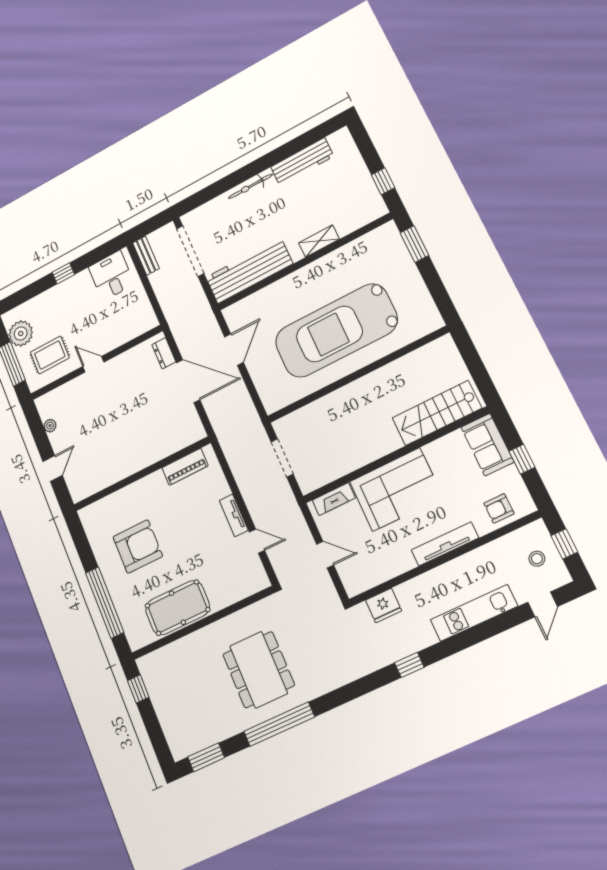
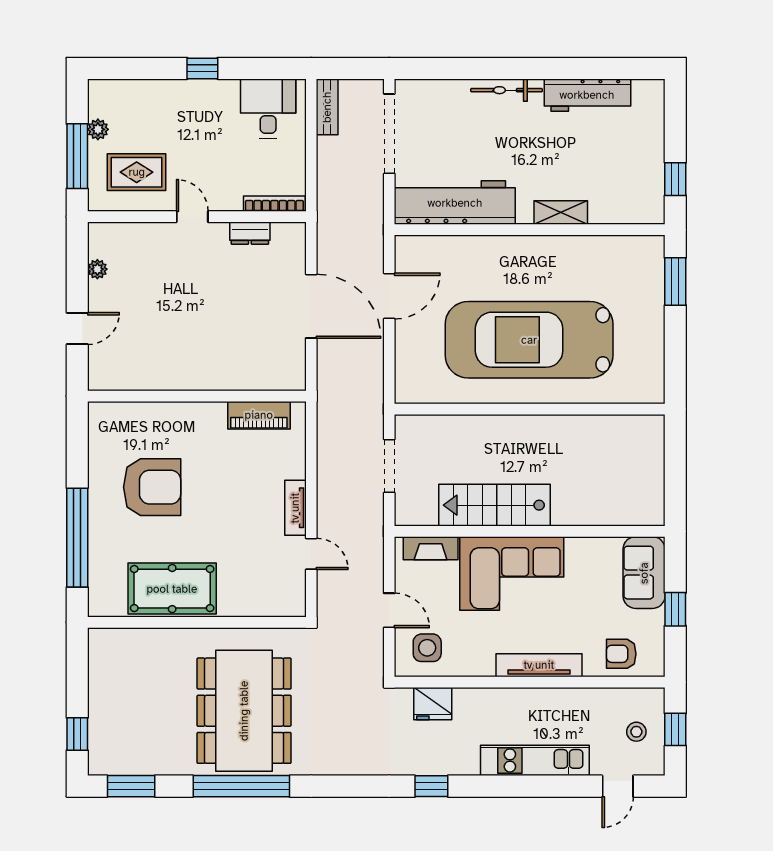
bookcase: (139, 330) -> (274, 204), added
plant: (21, 334) -> (98, 129), width x0.53, depth x0.53
dresser: (164, 353) -> (250, 233), moved, turned -90
stairs: (437, 413) -> (495, 505), moved
side table: (362, 568) -> (427, 648), added
dining table: (259, 670) -> (244, 711), width x1.36, depth x1.24
window: (138, 689) -> (77, 734), moved

